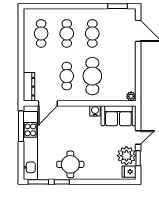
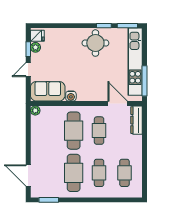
cafe table: (92, 33) -> (74, 173), width x1.37, depth x1.35
door: (48, 103) -> (118, 103), hinge flipped
plant: (126, 156) -> (35, 47), width x0.53, depth x0.53

